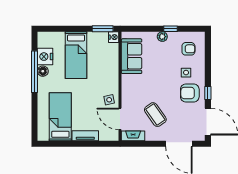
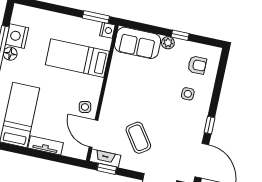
bed: (76, 55) -> (77, 58), moved, turned 90
sofa: (132, 56) -> (138, 43), moved, turned 90
armchair: (190, 93) -> (187, 120), removed
window: (136, 144) -> (107, 169), added

